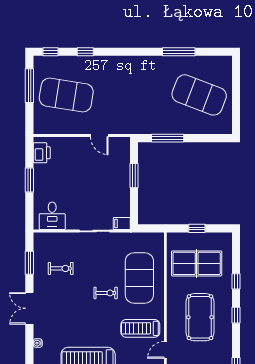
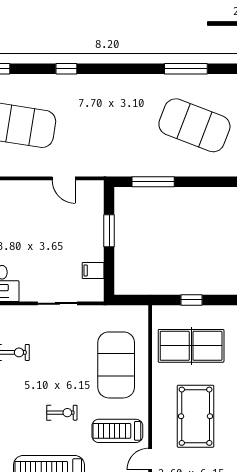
window: (85, 52) -> (66, 69), moved
window: (179, 52) -> (186, 69), moved
filing cabinet: (122, 223) -> (93, 271), moved
exercise bike: (106, 293) -> (62, 413), moved

